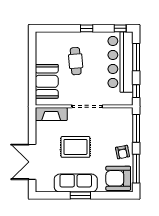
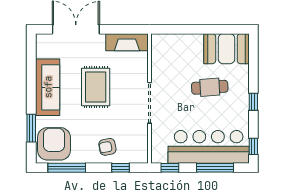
booth: (47, 81) -> (226, 49), moved
fireplace: (51, 114) -> (127, 42), moved, turned -90
window: (136, 128) -> (120, 168), width x0.46
armchair: (122, 152) -> (107, 147), moved
window: (80, 195) -> (31, 128), moved

